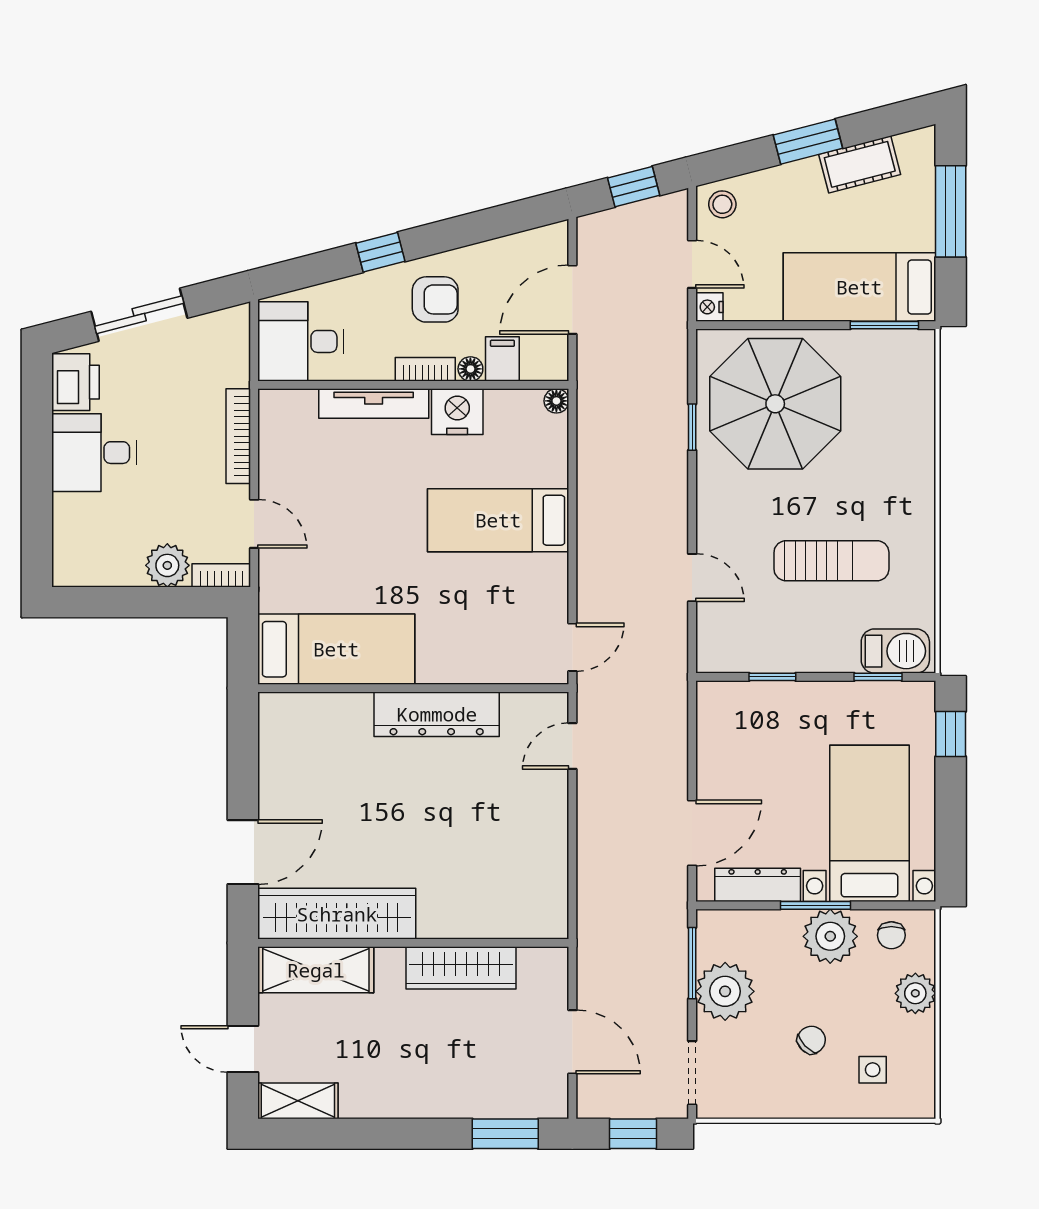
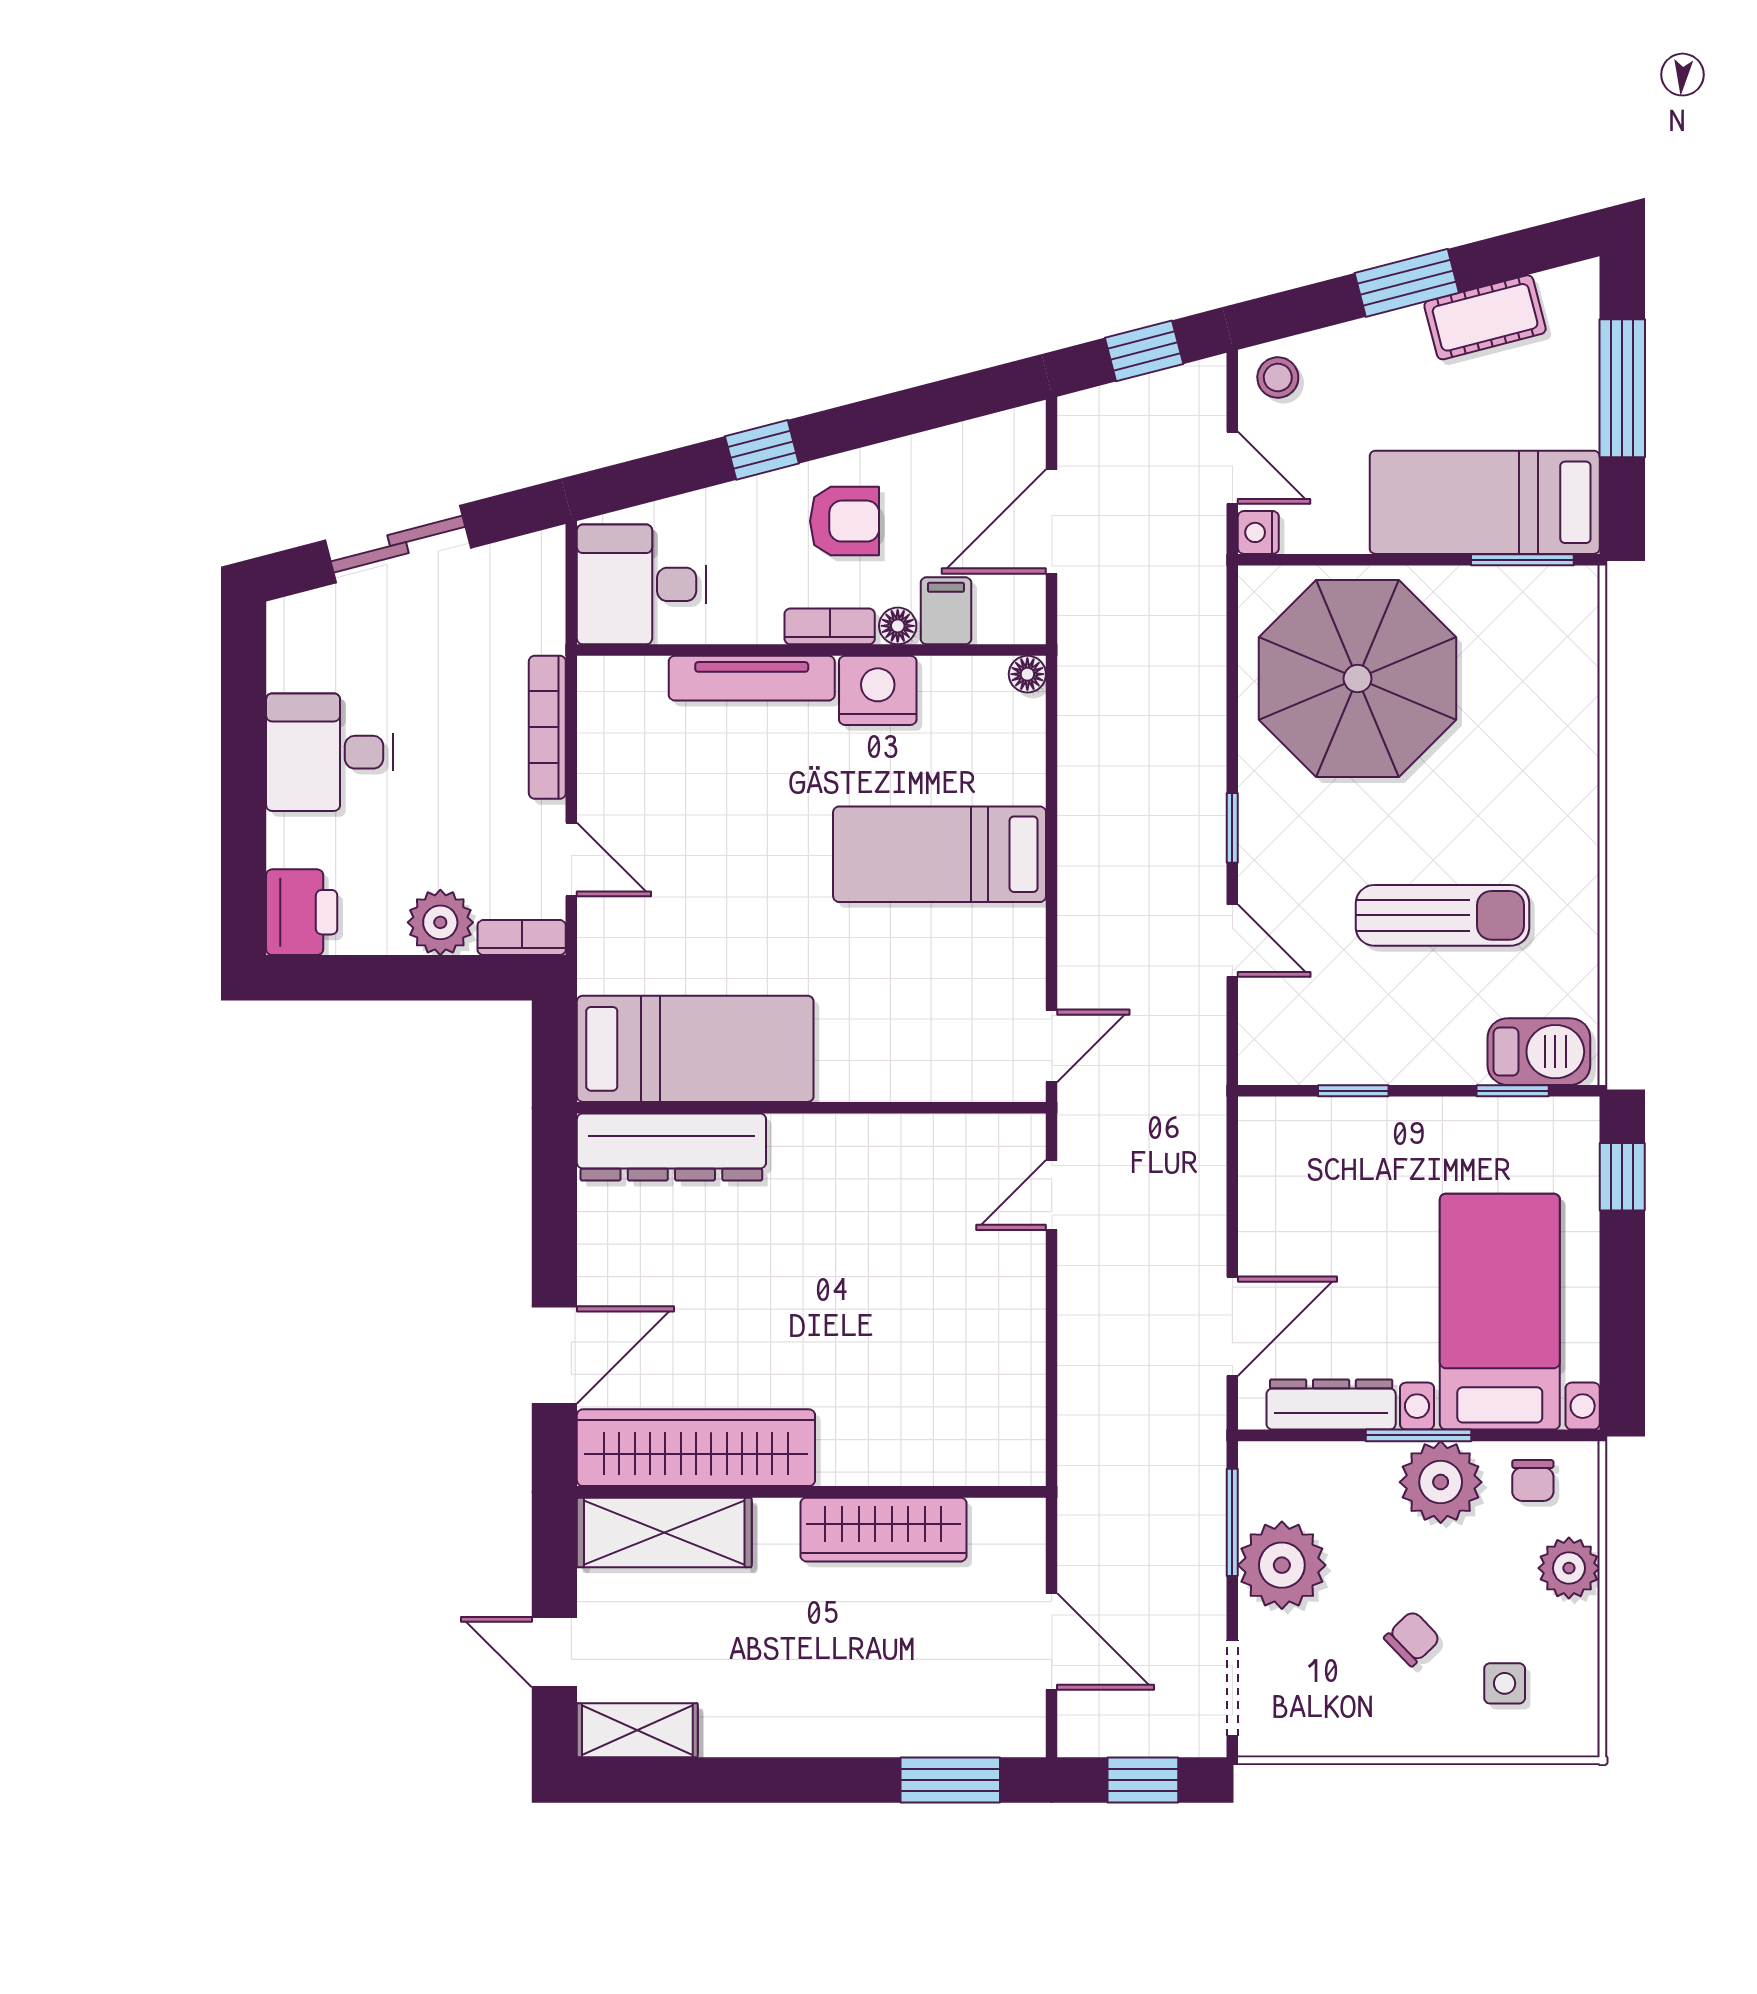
printer: (75, 382) -> (302, 912), moved
window: (692, 427) -> (1232, 828), moved
dresser: (437, 714) -> (671, 1147), moved

